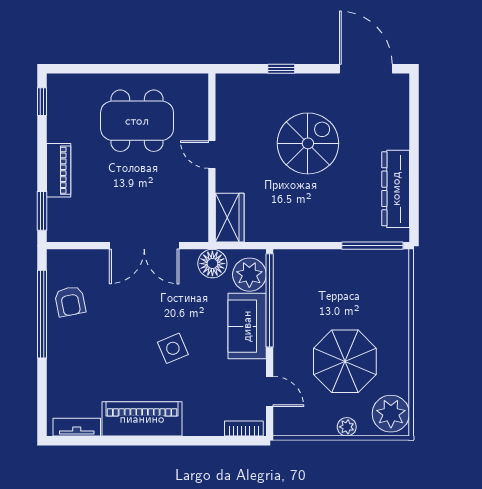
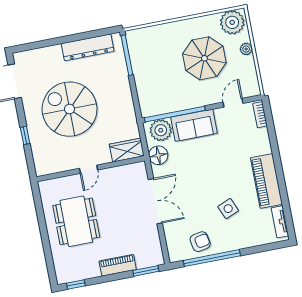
spiral stairs: (308, 143) -> (70, 109), width x1.37, depth x1.37
side table: (173, 348) -> (228, 209), moved

